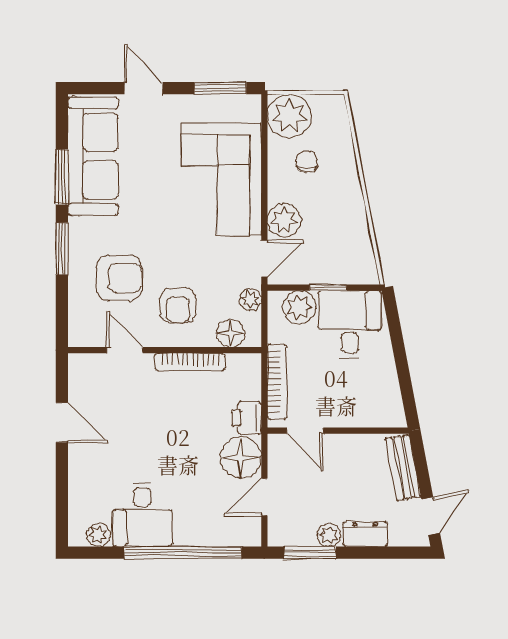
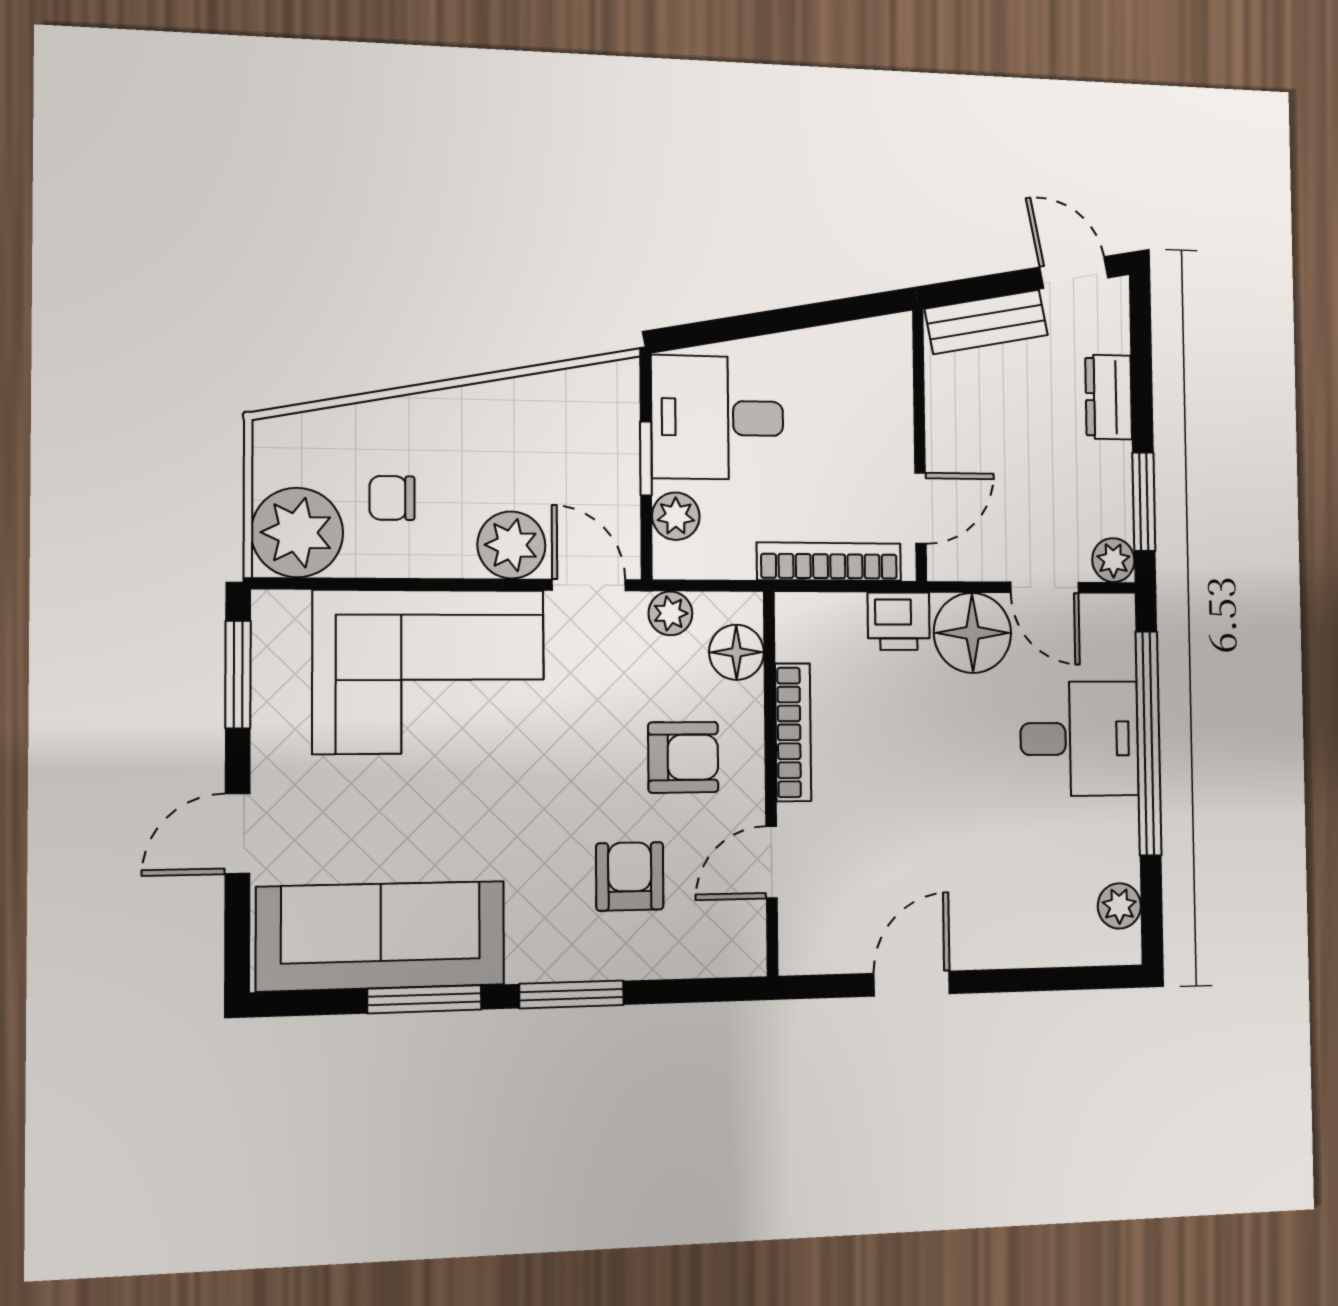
armchair: (119, 278) -> (630, 876), width x0.72, depth x0.72
plant: (299, 307) -> (676, 516), width x0.73, depth x0.73
desk: (142, 515) -> (1079, 739), moved
plant: (329, 535) -> (1113, 560), moved

